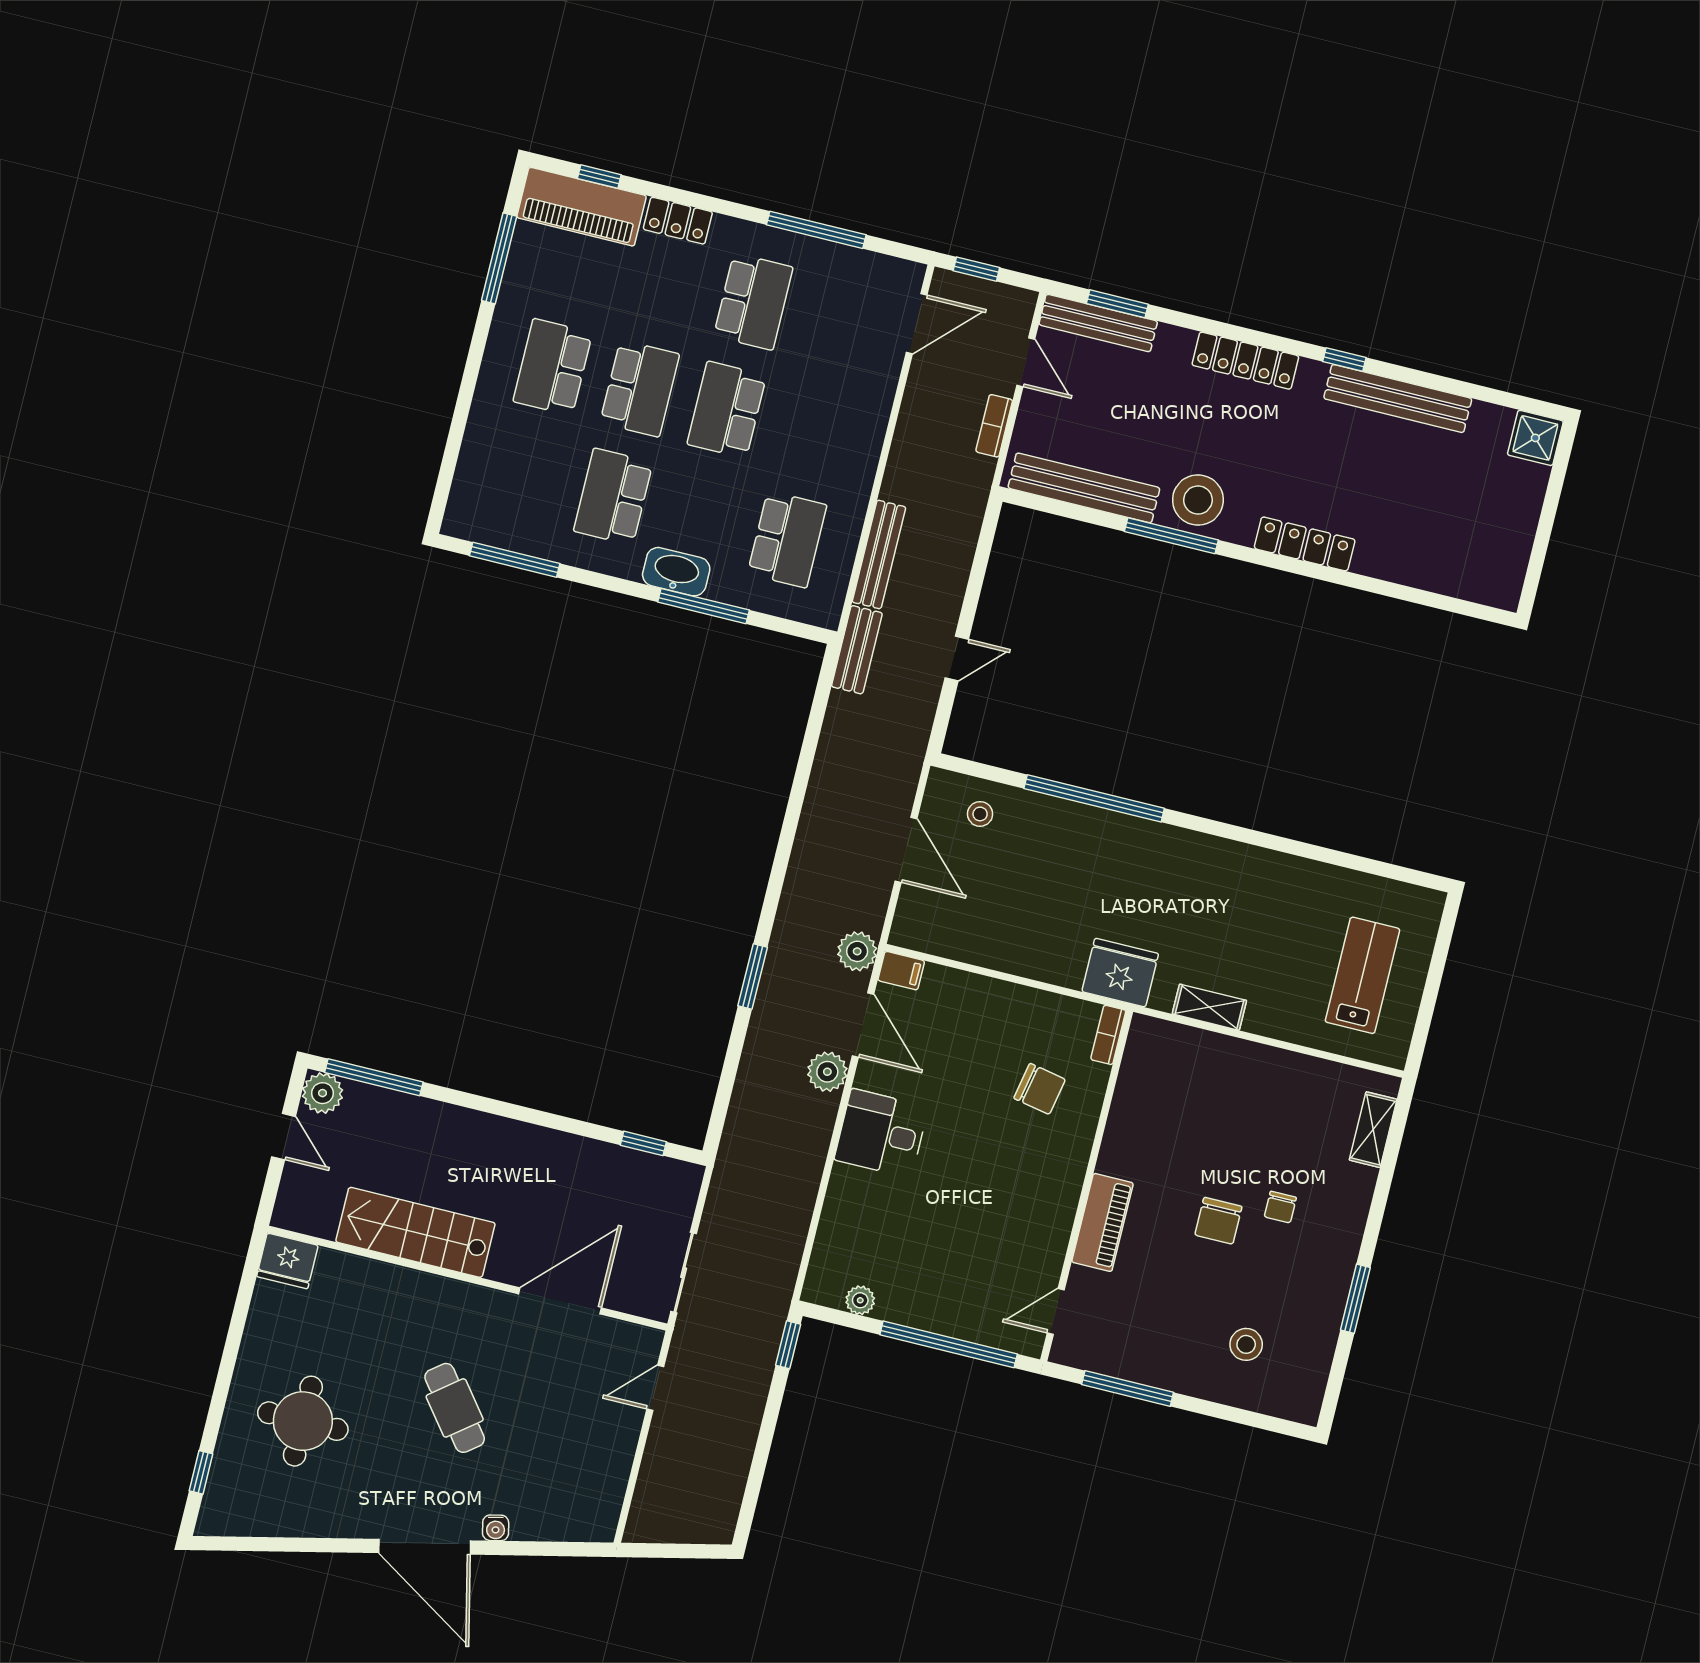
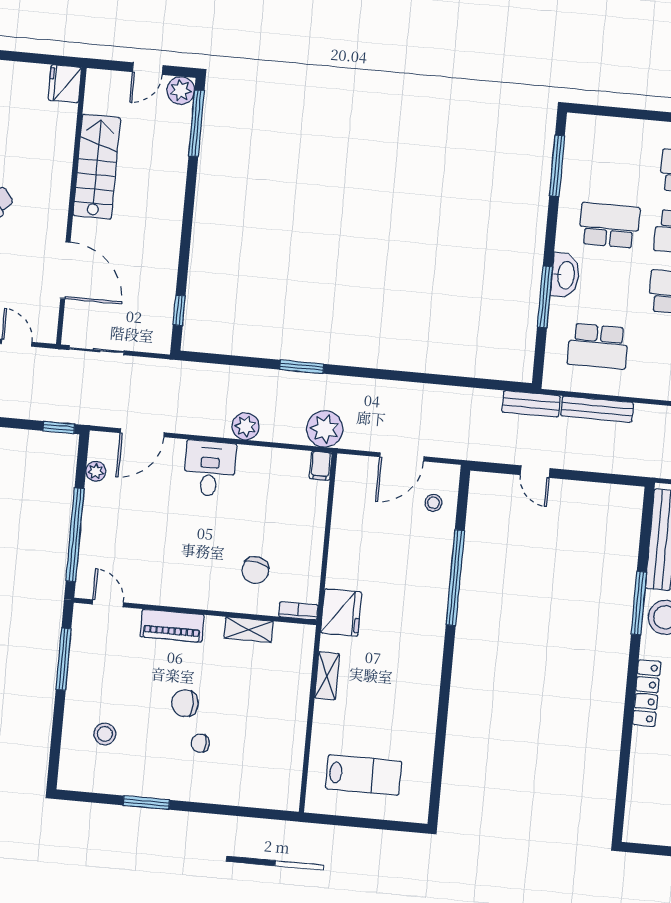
plant: (857, 951) -> (325, 429), width x1.36, depth x1.36
door: (863, 1025) -> (142, 433), moved
shelving: (1373, 1130) -> (249, 630), moved

